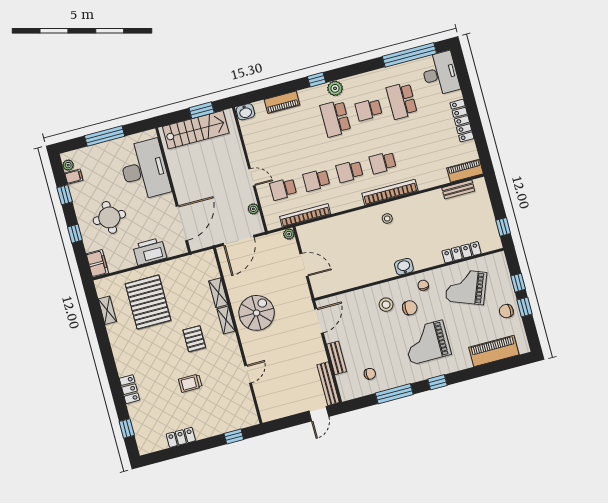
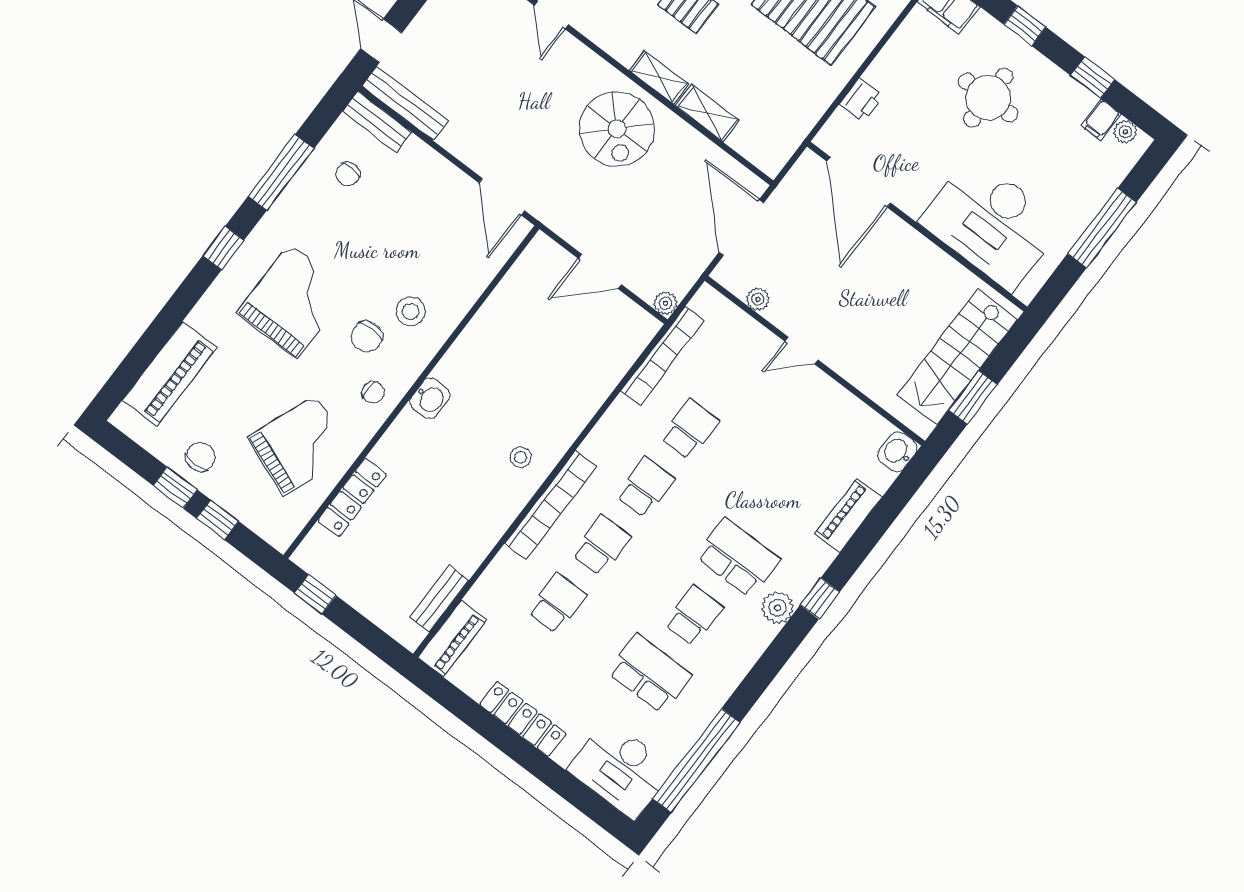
school desk: (283, 189) -> (557, 603), moved
printer: (150, 251) -> (861, 100), width x0.53, depth x0.68
bench: (337, 358) -> (377, 122), moved

